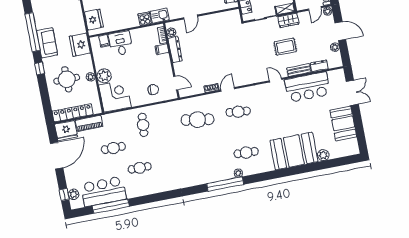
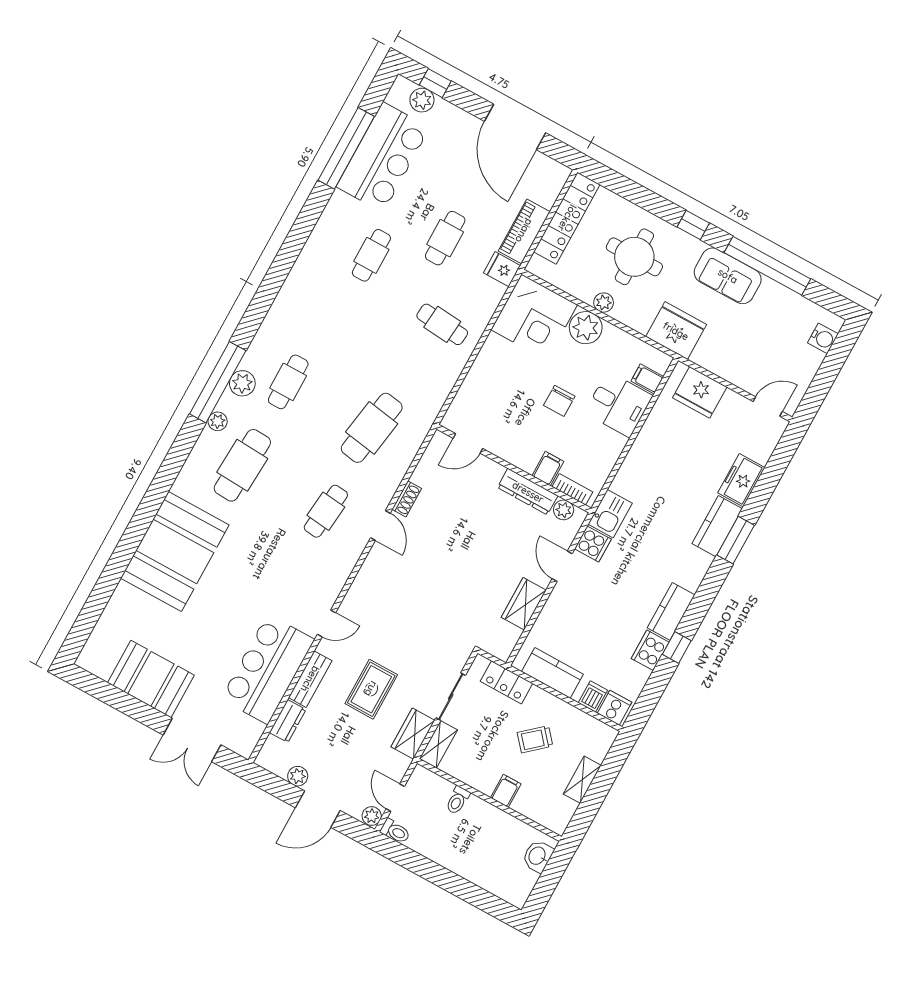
cooker: (145, 19) -> (593, 544), moved
wardrobe: (214, 19) -> (524, 604), added
chair: (153, 90) -> (559, 401), moved
fridge: (66, 131) -> (502, 269), moved, width x0.53, depth x0.75
cafe table: (246, 153) -> (242, 465), width x1.37, depth x1.35
plant: (323, 155) -> (242, 383), moved
cafe table: (205, 160) -> (288, 382), added

